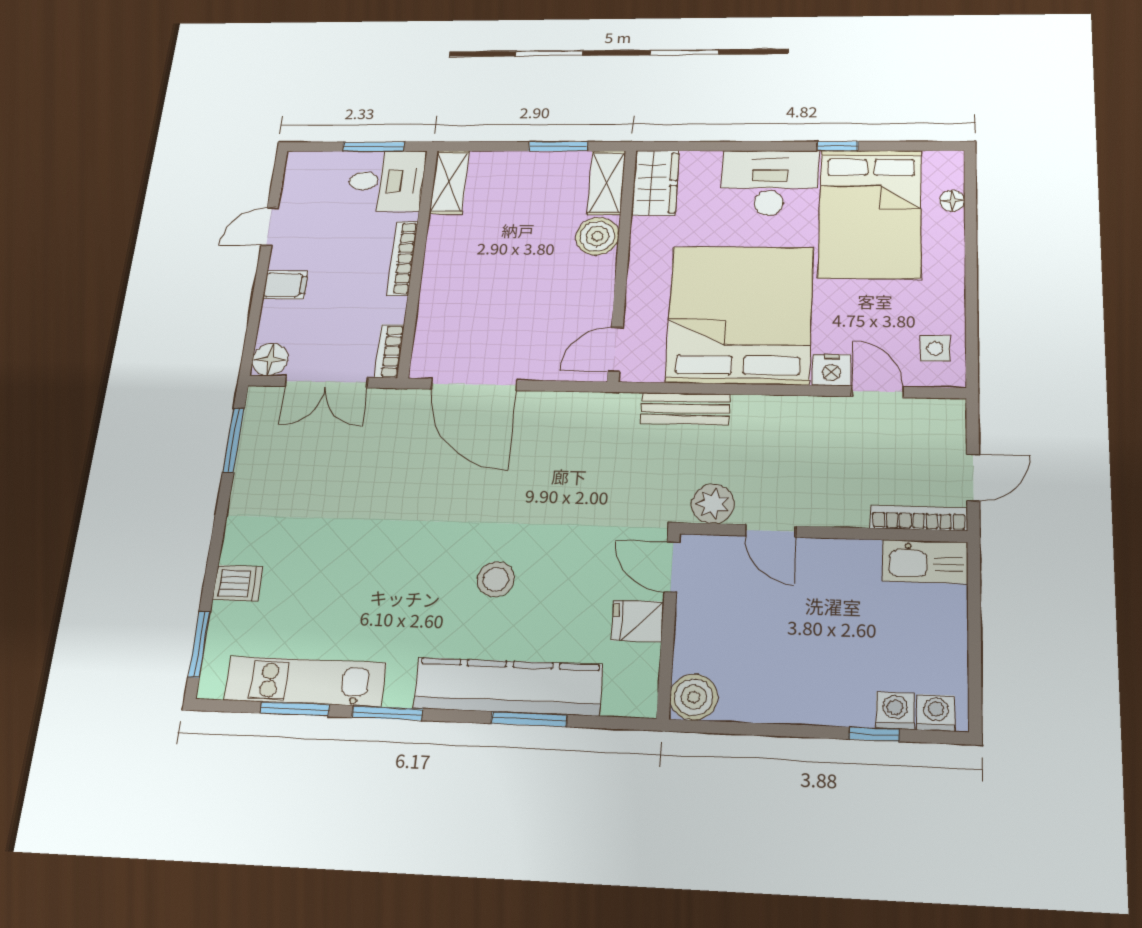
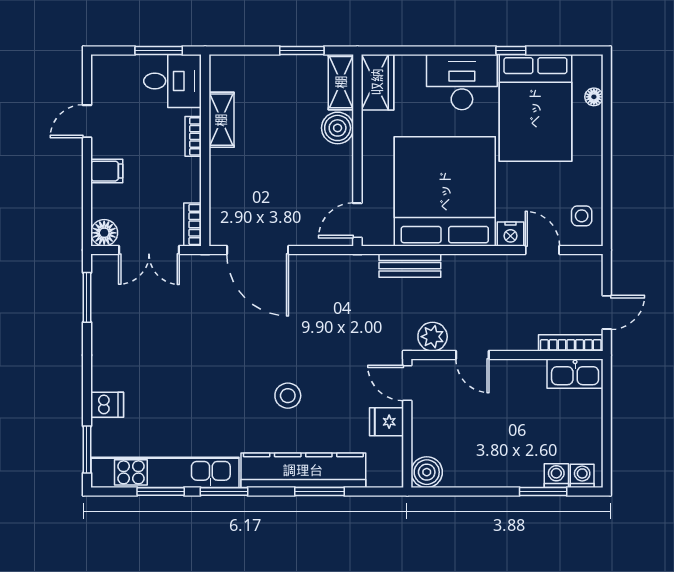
shelving: (449, 182) -> (221, 120), moved
bookcase: (403, 258) -> (193, 136), width x0.64
kitchen unit: (305, 681) -> (165, 472), width x1.36
window: (874, 734) -> (543, 492), width x1.50

